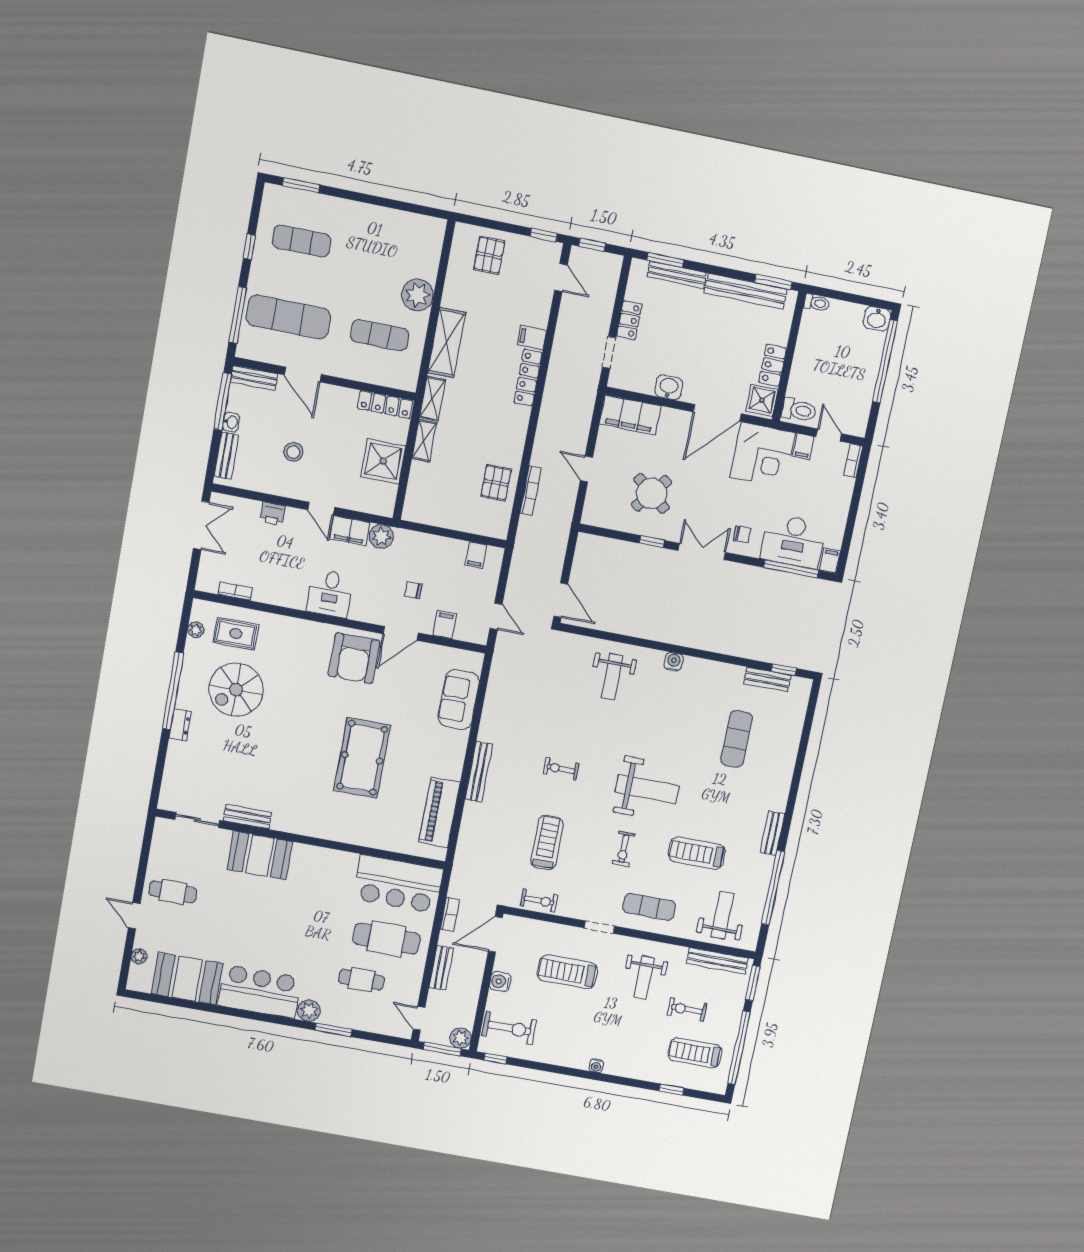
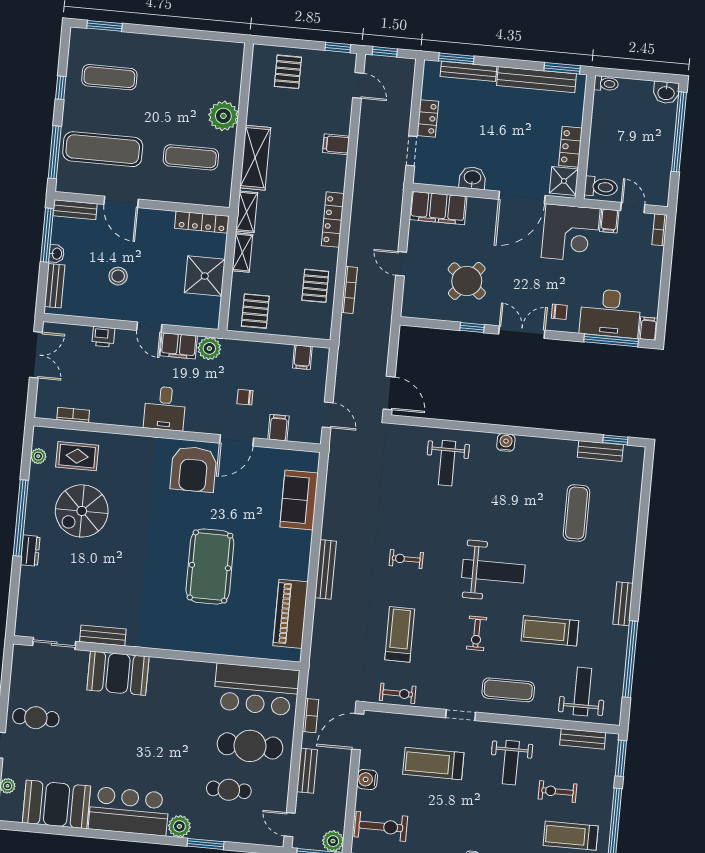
locker: (528, 378) -> (333, 220), moved
pallet: (432, 503) -> (255, 311), added
bench: (717, 961) -> (583, 739), width x0.73

